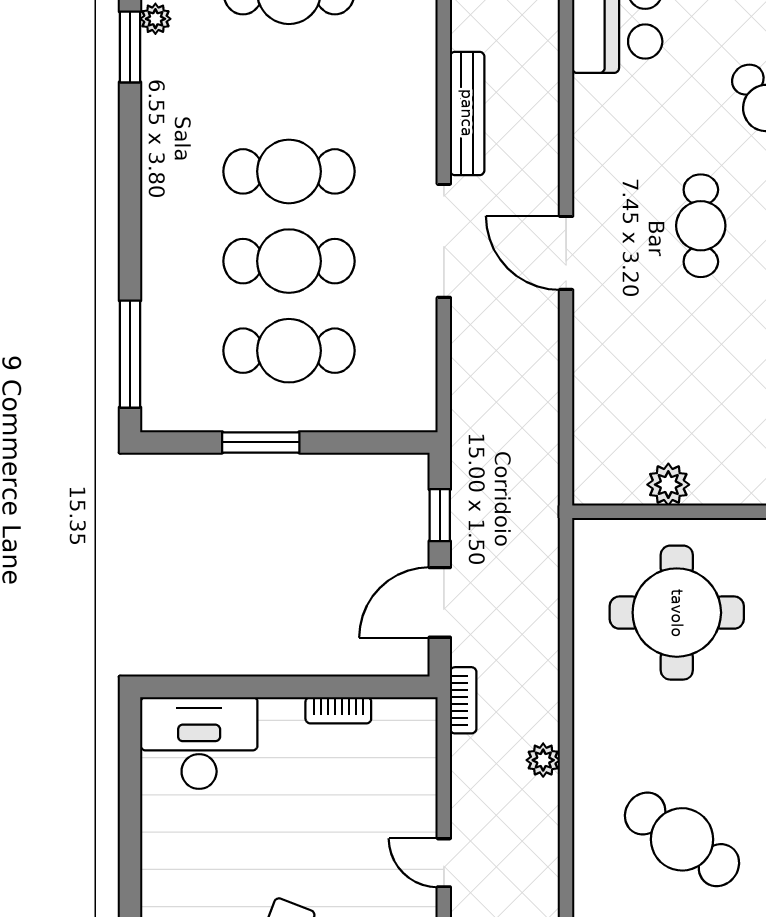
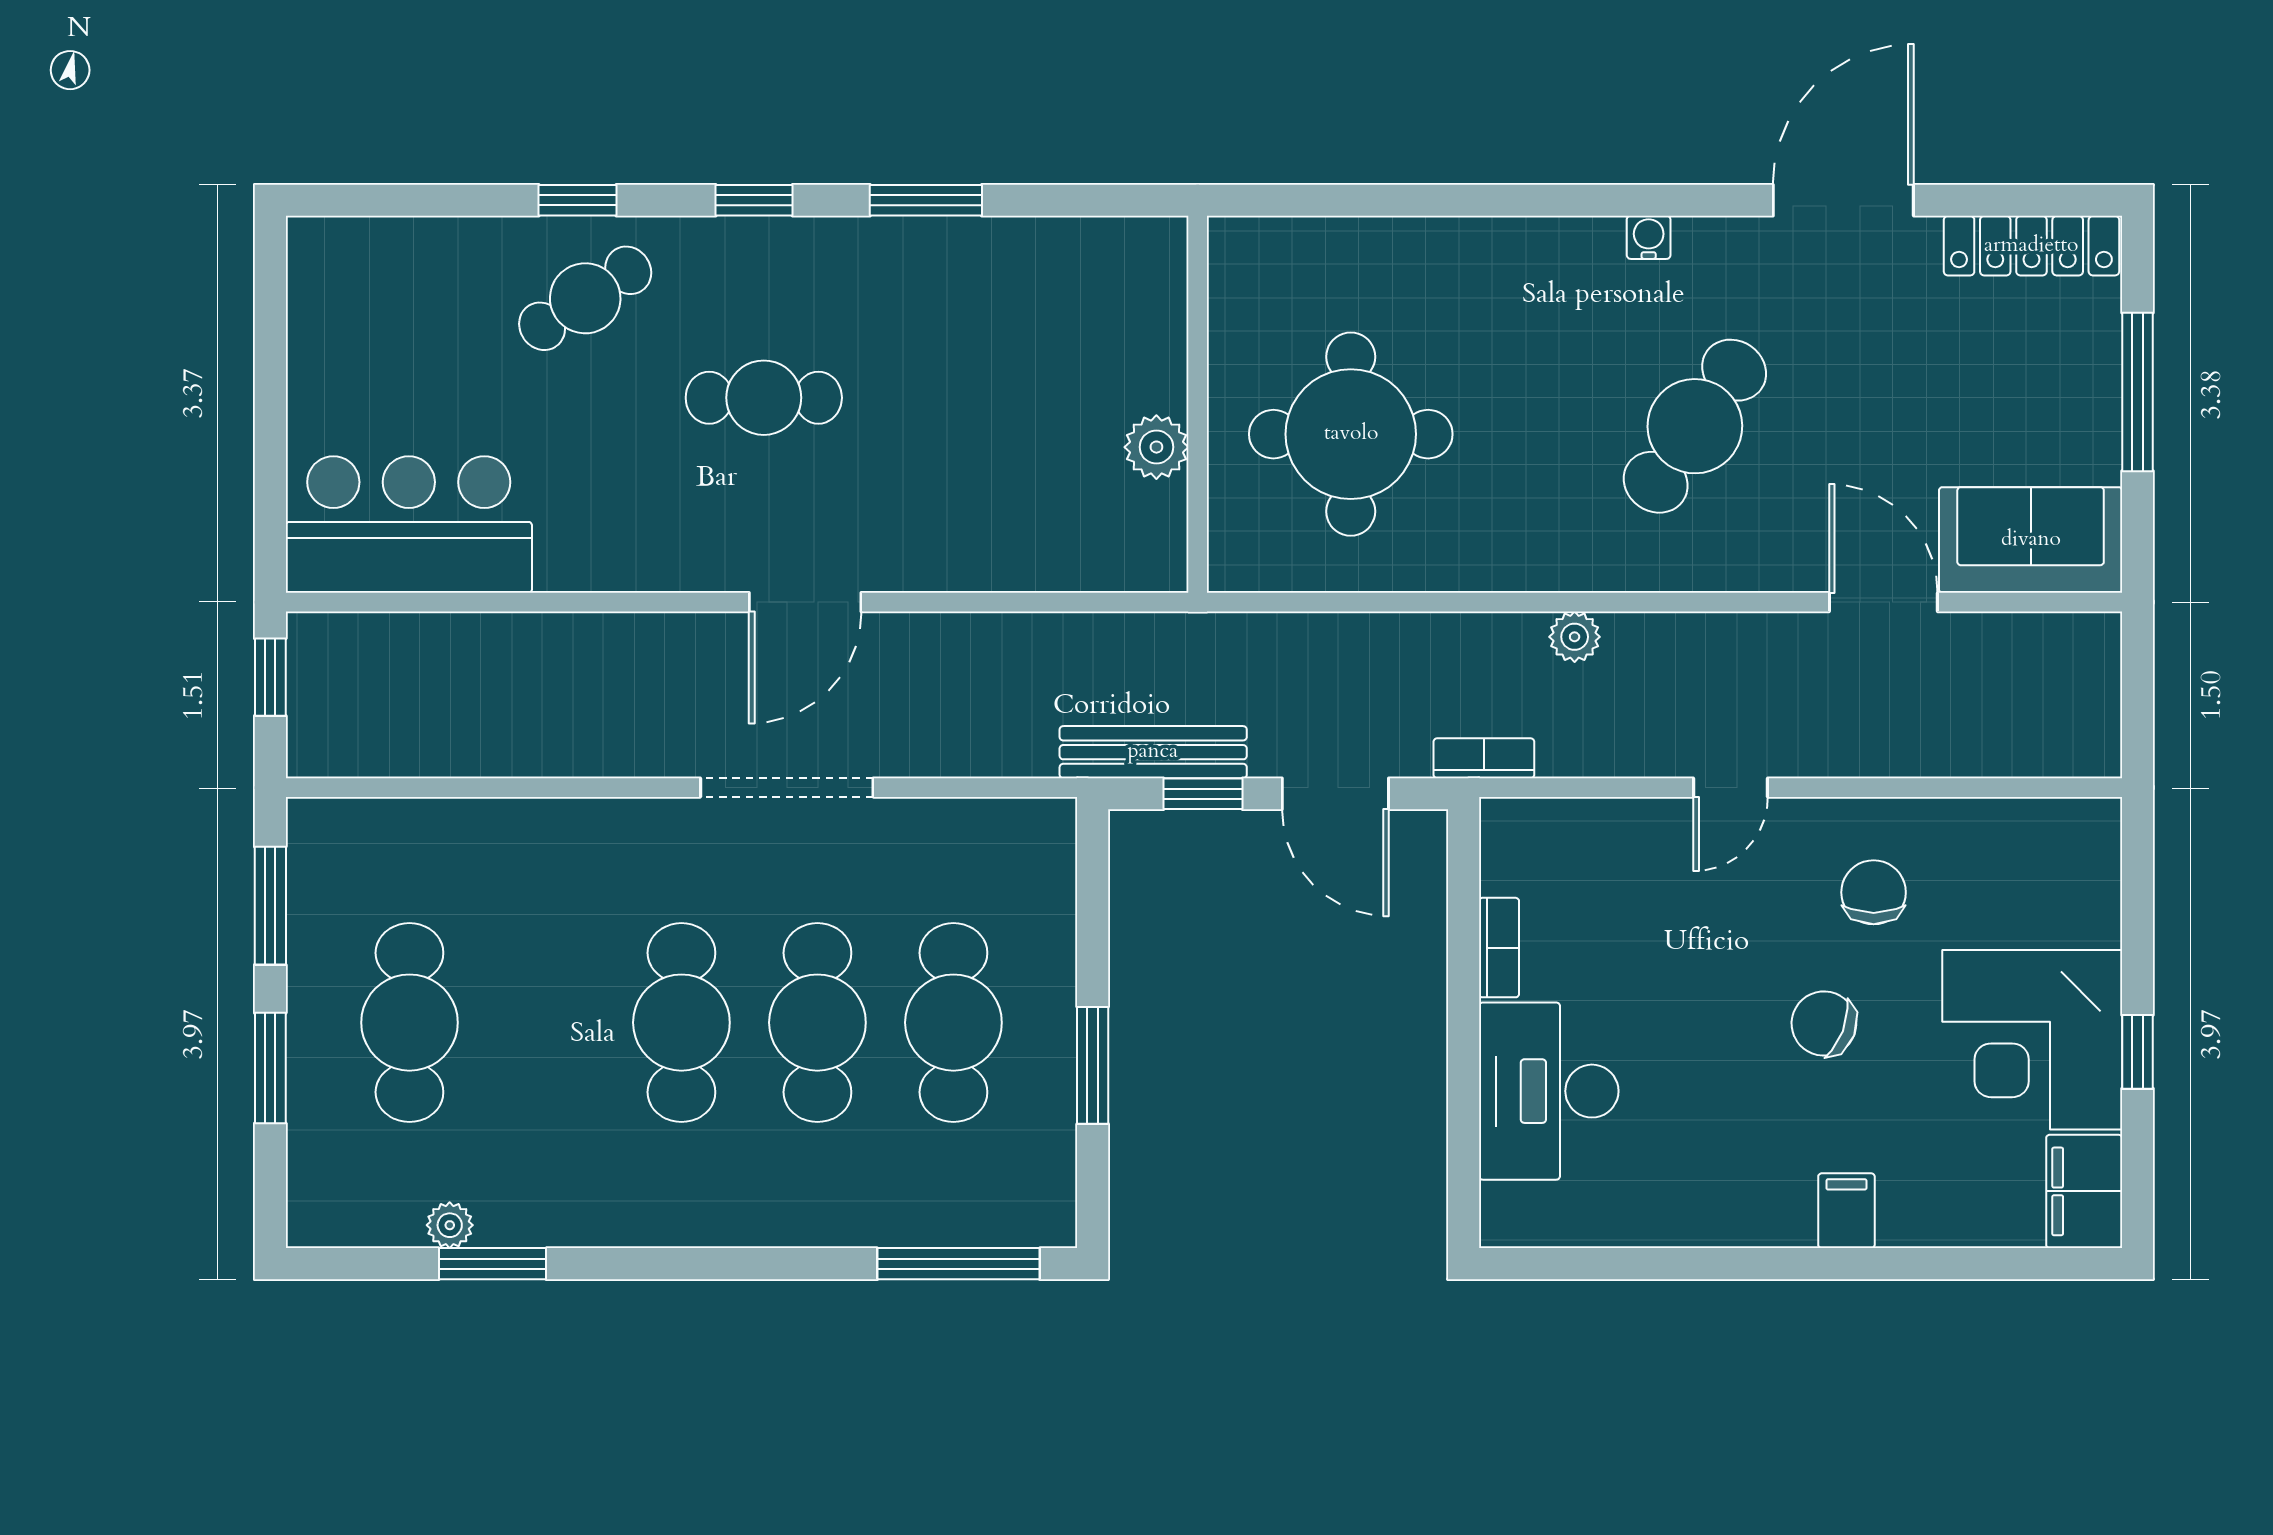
bench: (467, 113) -> (1153, 752), moved
desk: (199, 743) -> (1549, 1091), moved

